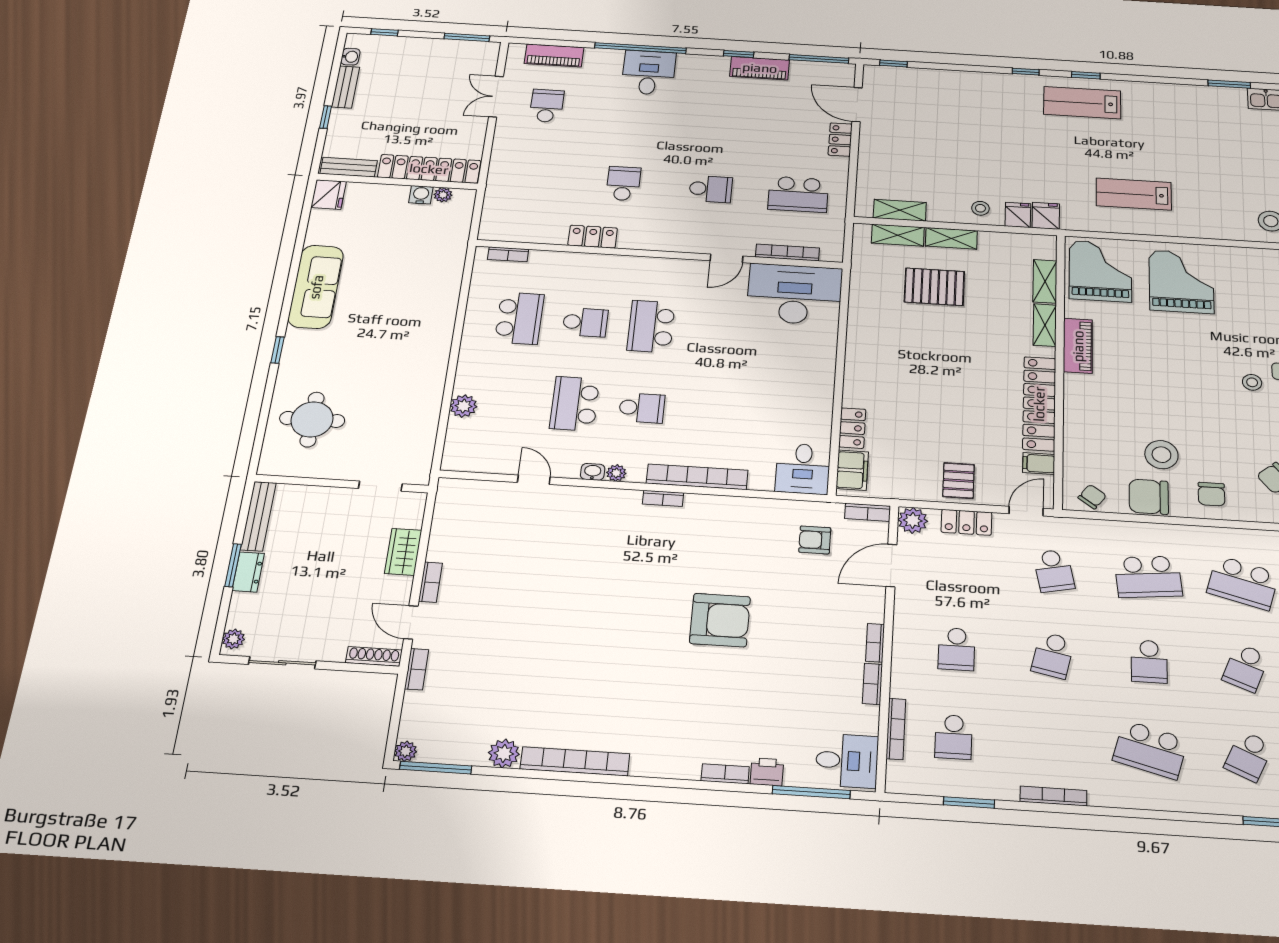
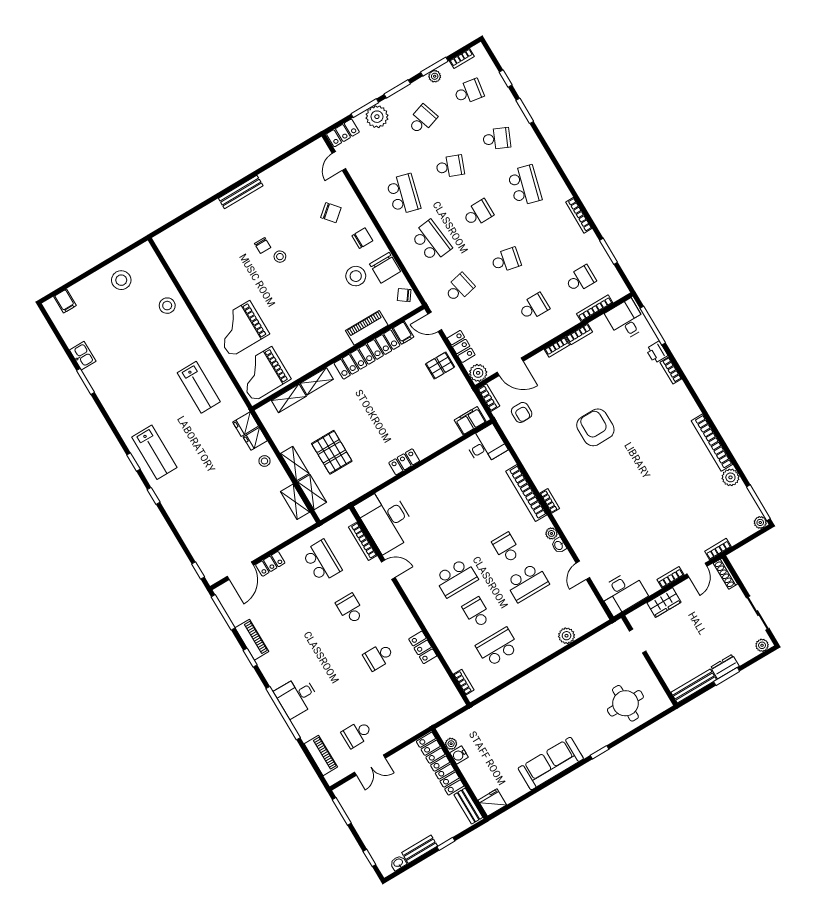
piano: (1078, 346) -> (367, 328), moved
locker: (852, 428) -> (404, 462), moved
desk: (461, 509) -> (623, 593), added

